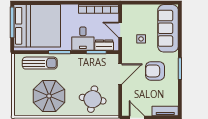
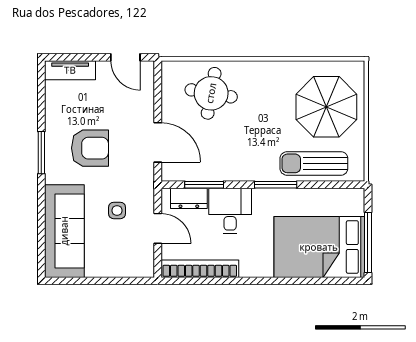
bed: (37, 26) -> (319, 247), width x0.73
door: (120, 74) -> (158, 142), swing flipped
parasol: (49, 96) -> (326, 107), moved

